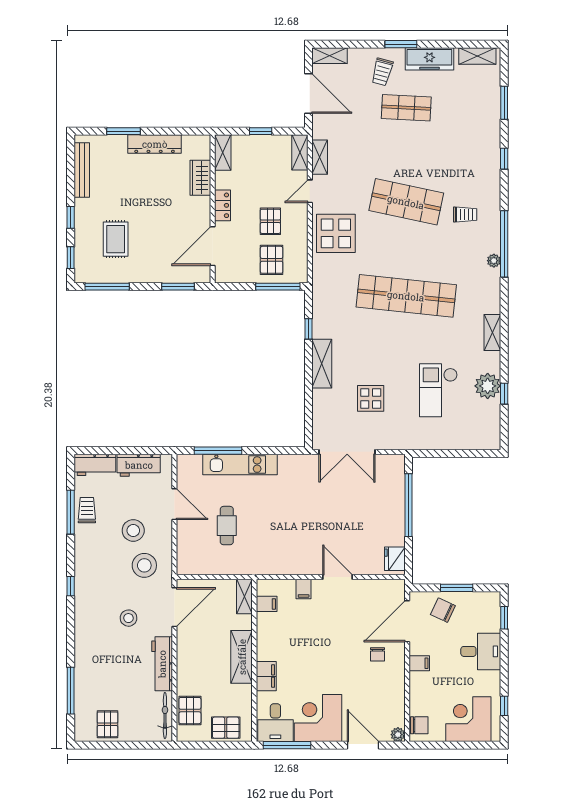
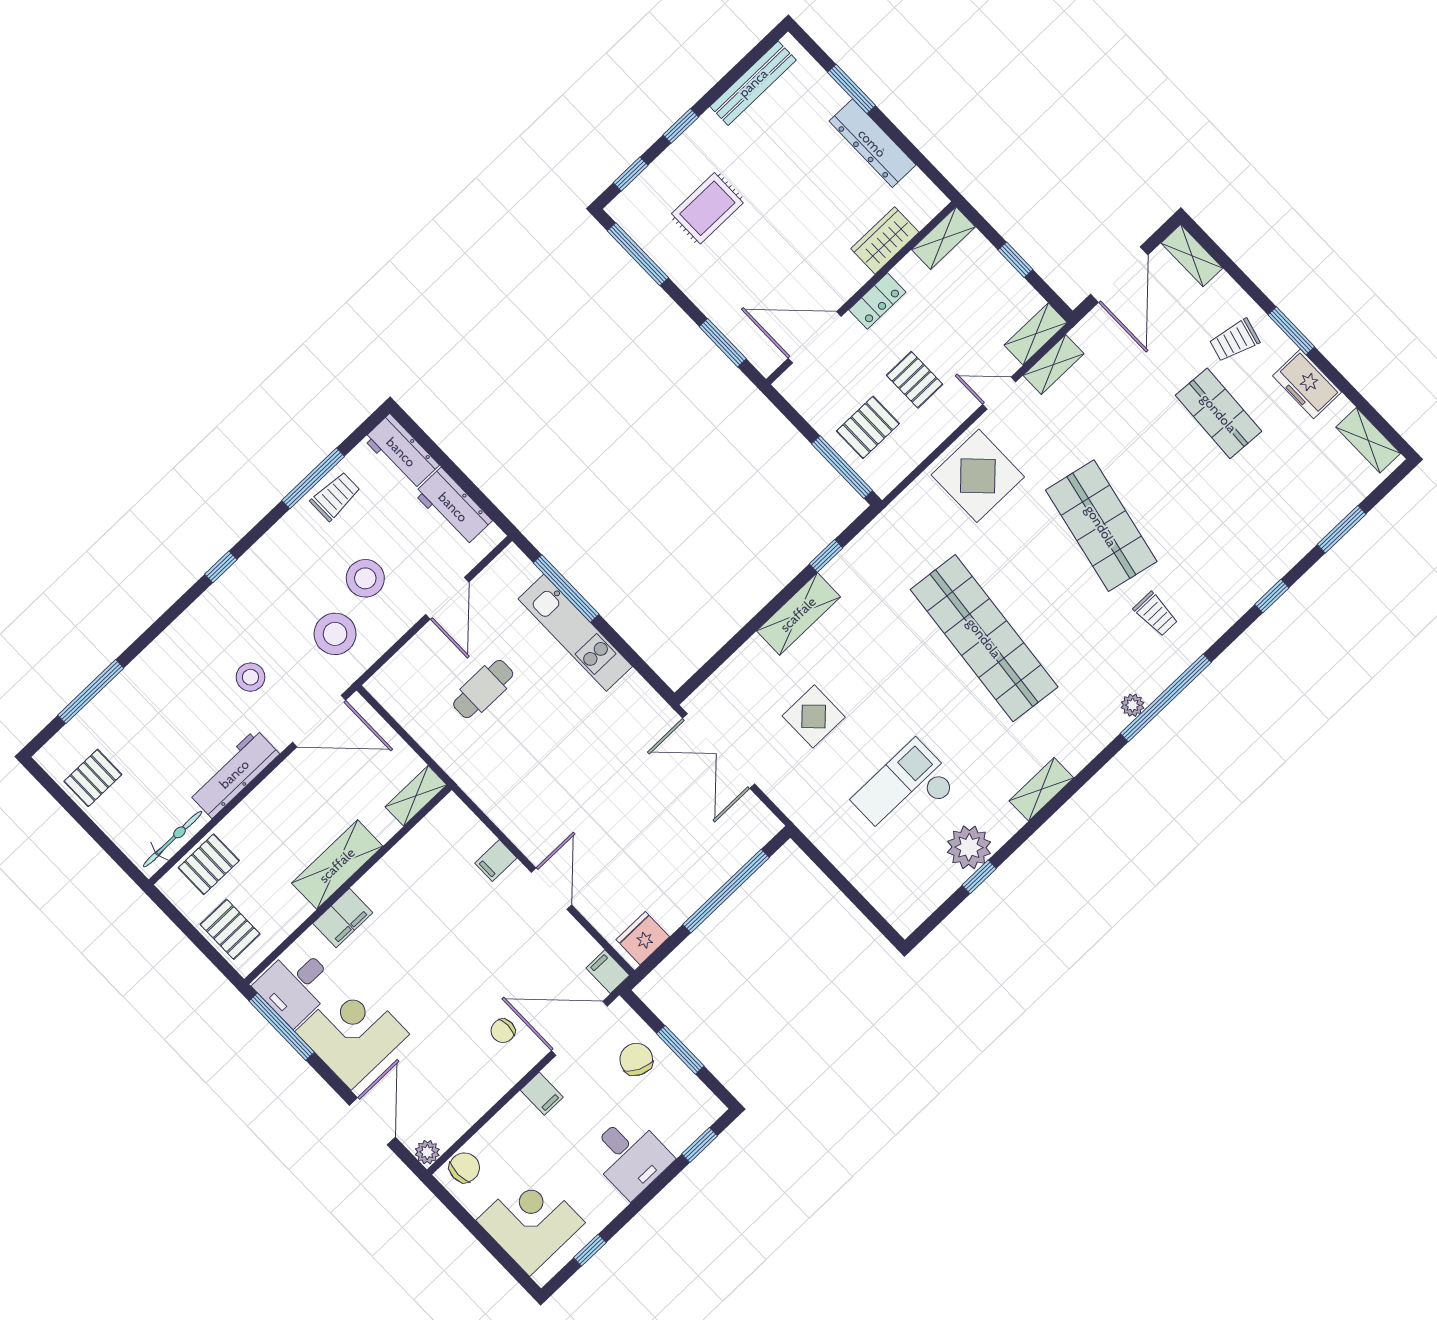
freezer: (429, 59) -> (1307, 384), width x0.71
pallet: (270, 221) -> (915, 380), turned 90
filing cabinet: (267, 604) -> (608, 972), moved, turned 180
chair: (419, 725) -> (464, 1168), turned -90

